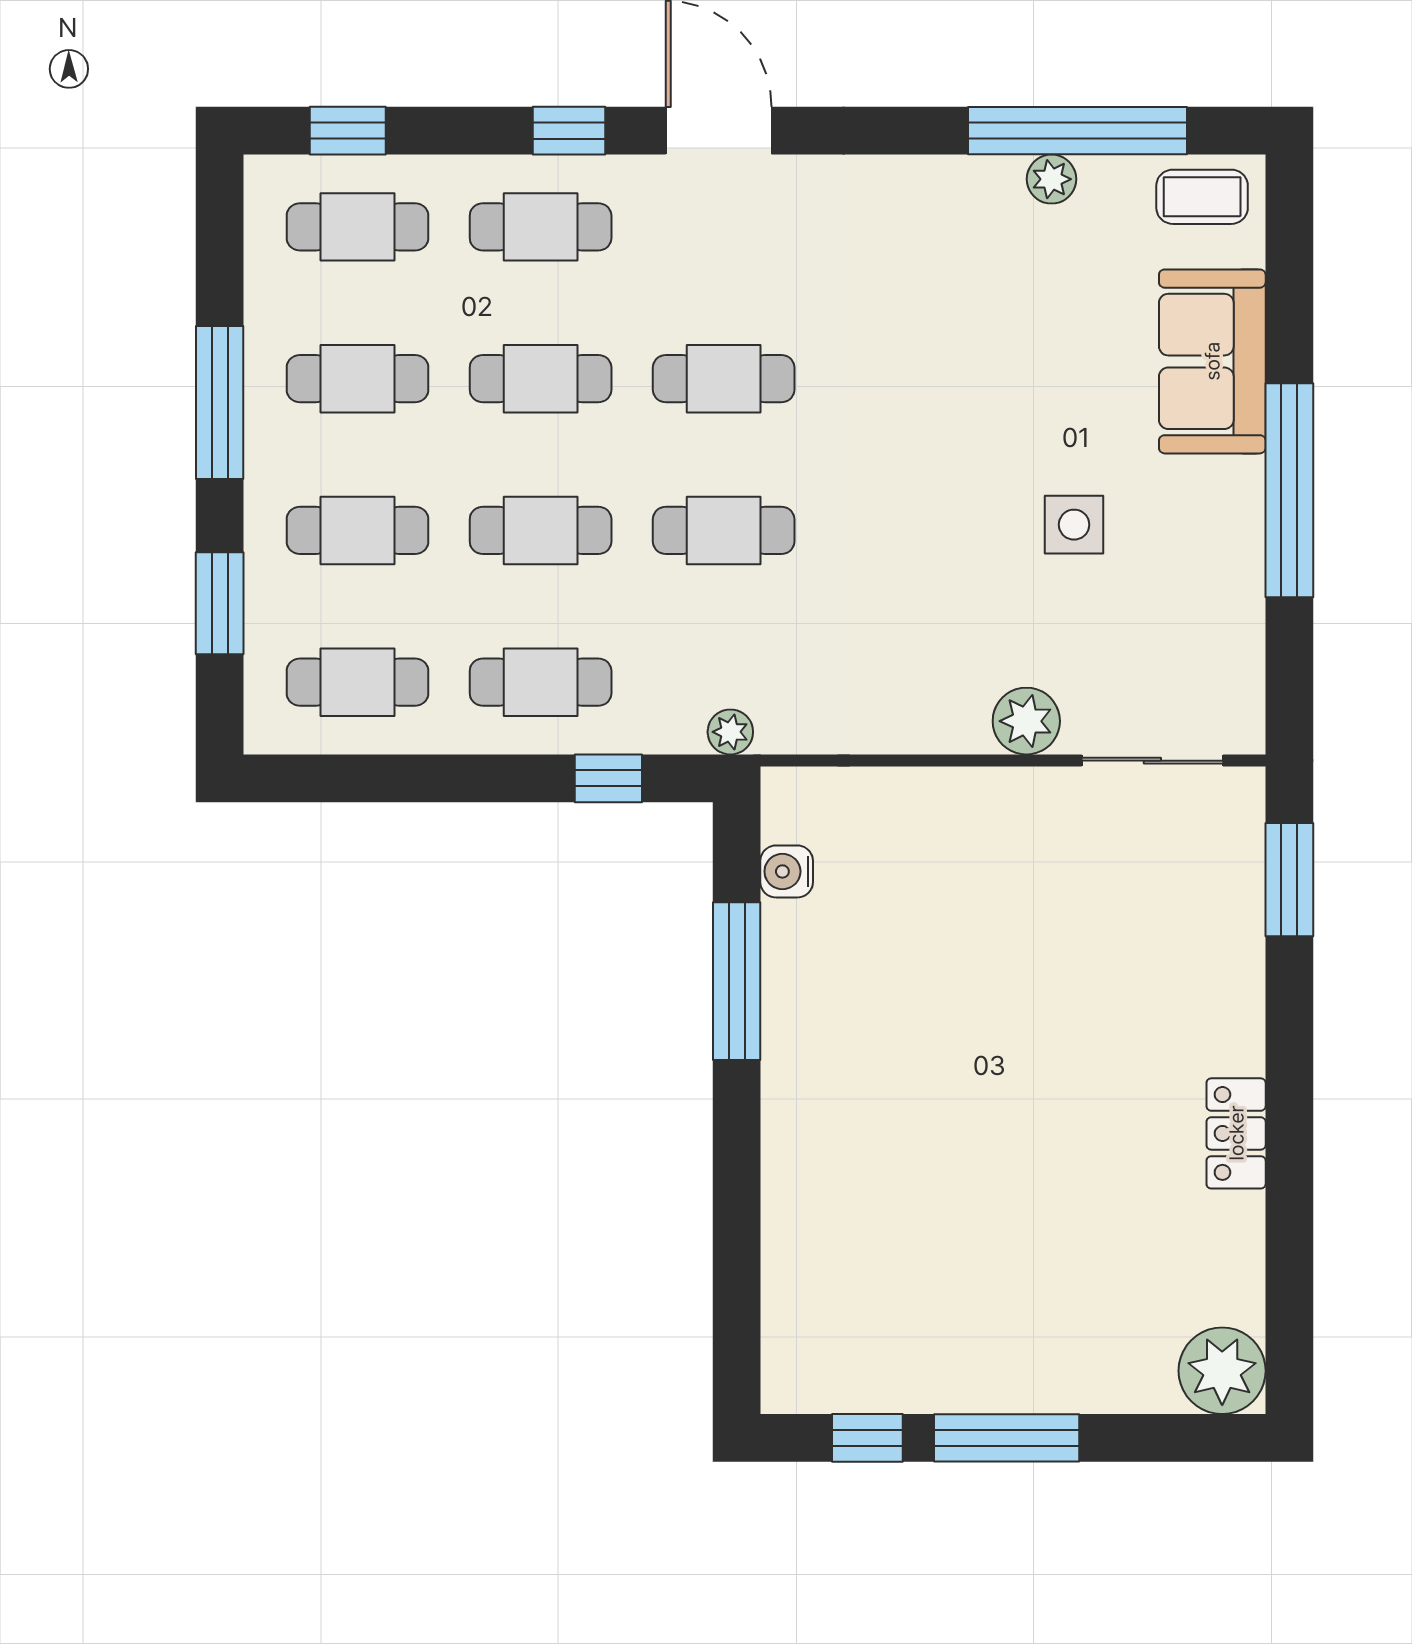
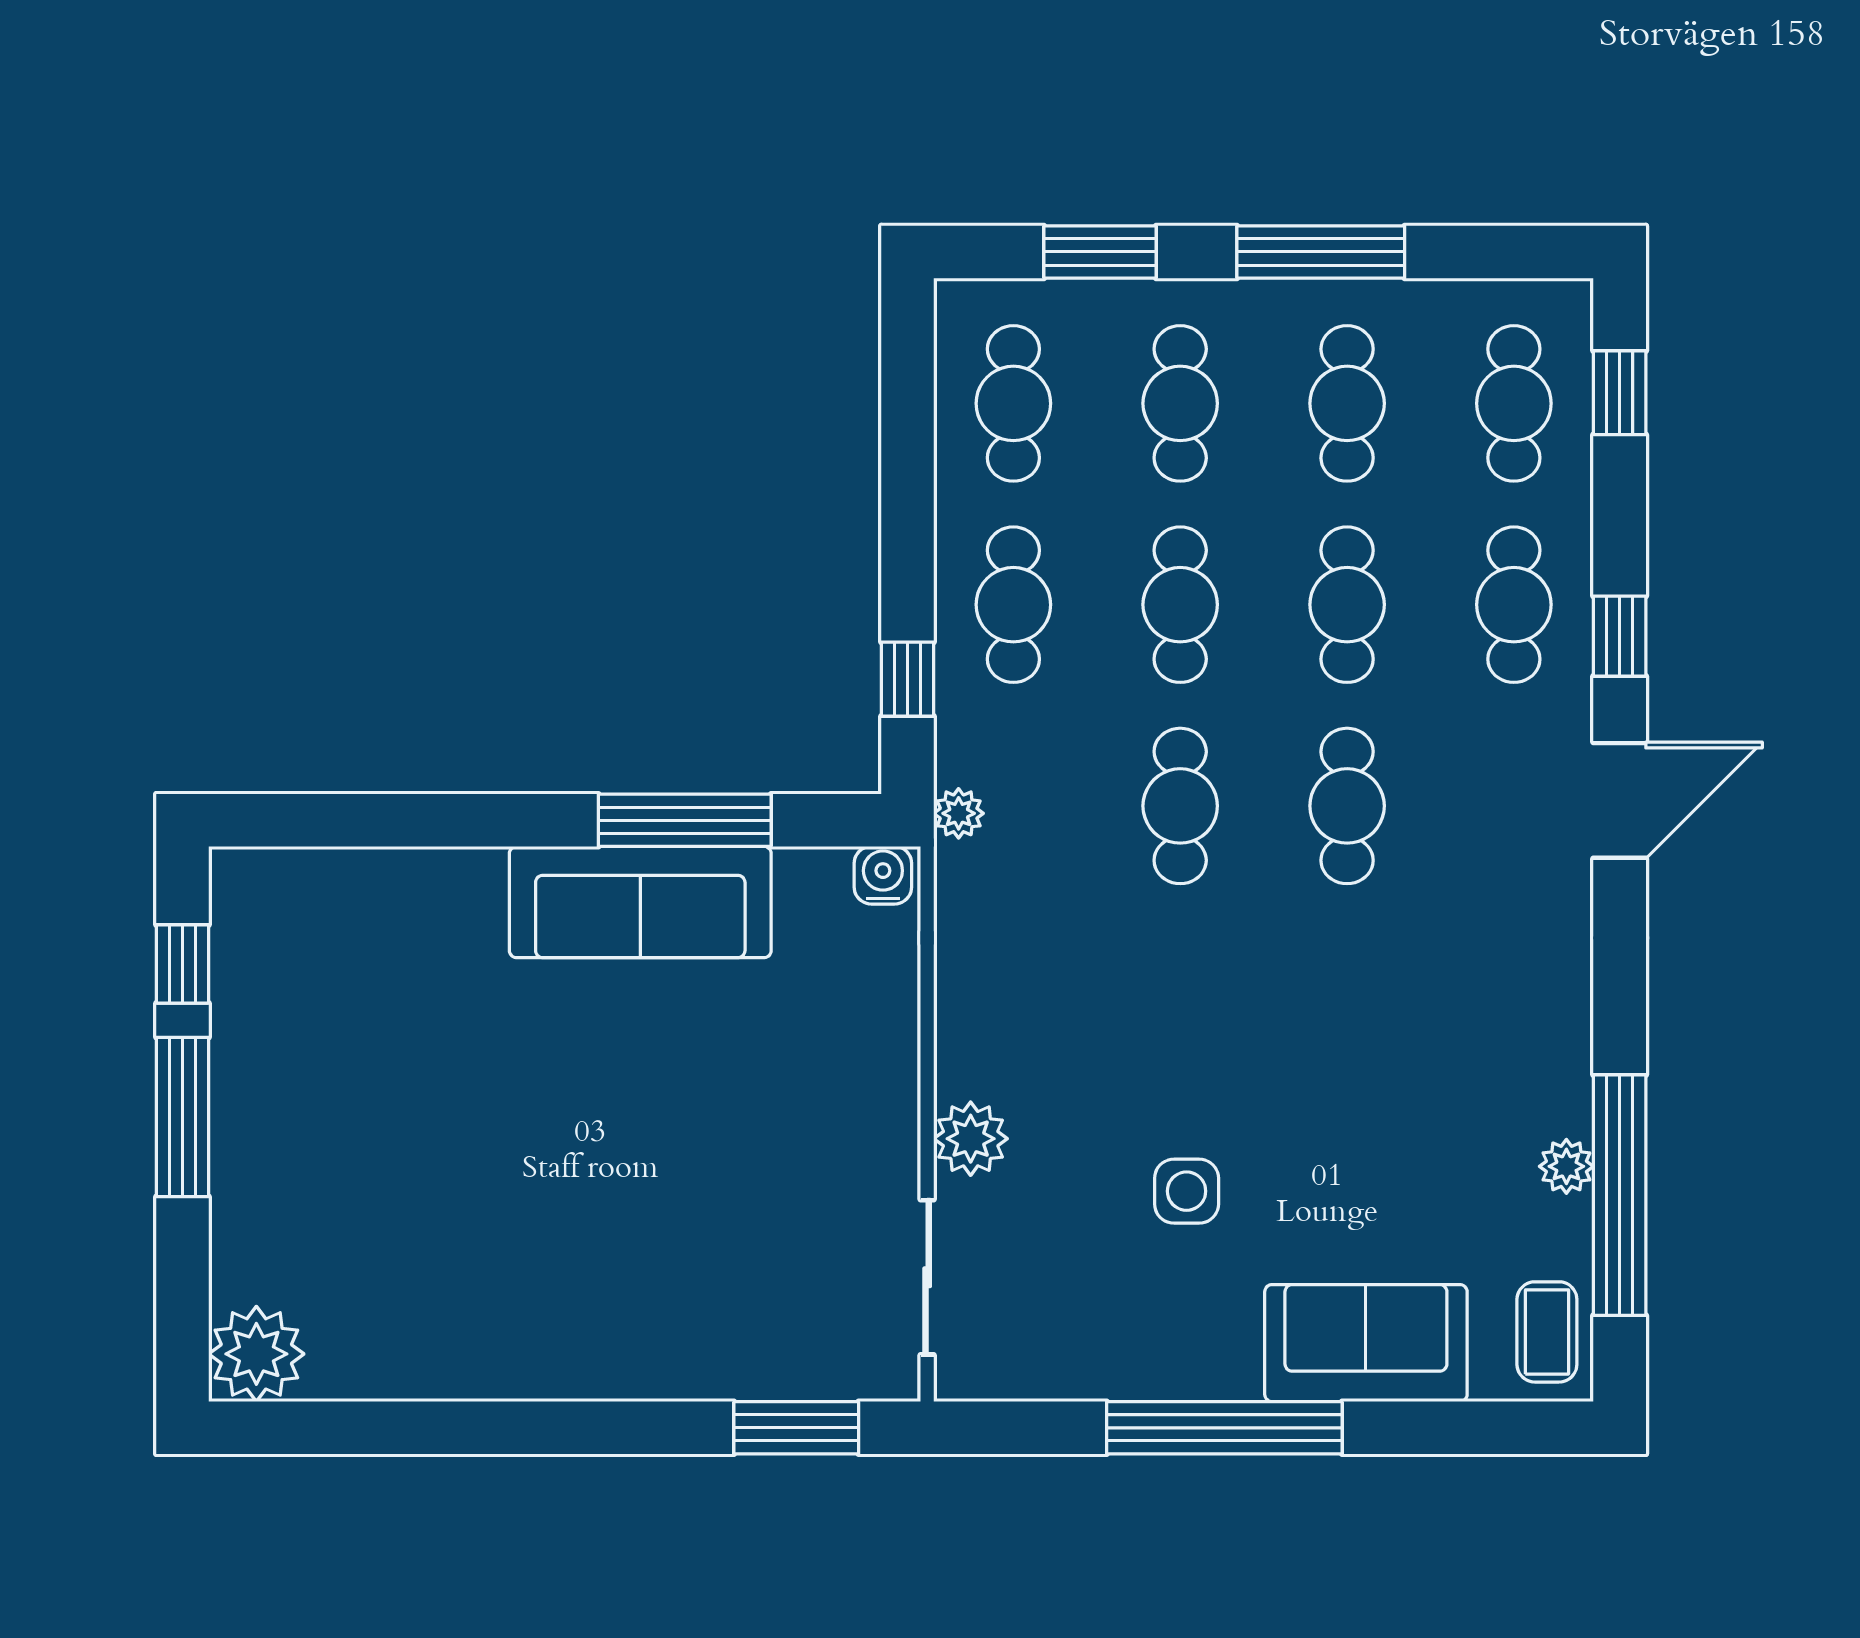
water cooler: (787, 871) -> (883, 875), moved
sofa: (811, 1022) -> (640, 902), added
locker: (1236, 1133) -> (517, 1369), removed

